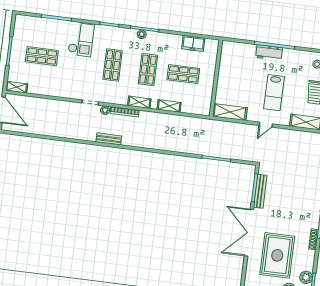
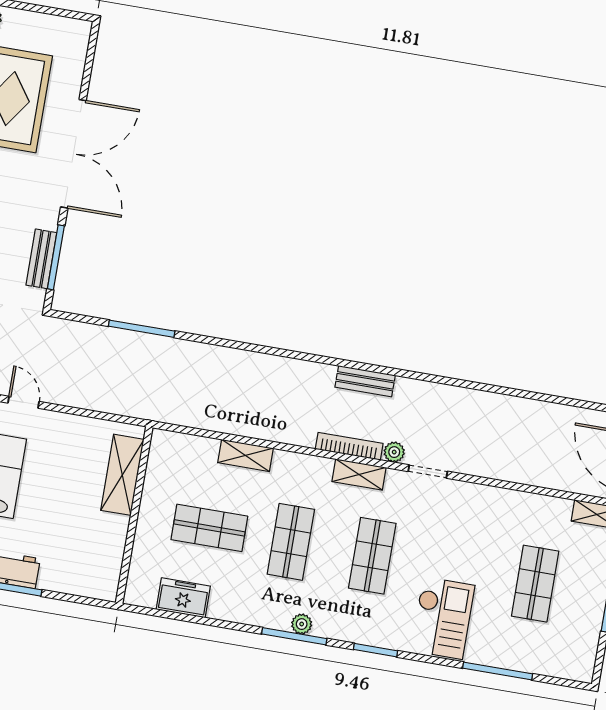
checkout: (81, 40) -> (443, 618), turned 180
shop shelf: (42, 56) -> (535, 584), turned 90
shelving: (139, 102) -> (359, 474), moved
shelving: (230, 112) -> (122, 475), moved, turned 90
door: (266, 125) -> (23, 402), hinge flipped
bench: (109, 139) -> (365, 381), moved
bench: (260, 191) -> (41, 259), width x0.73

